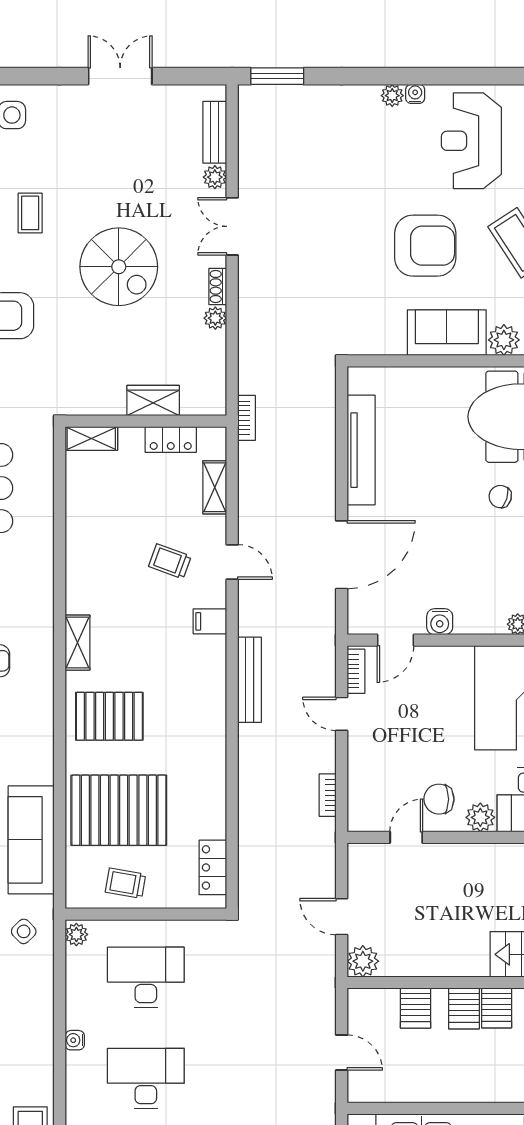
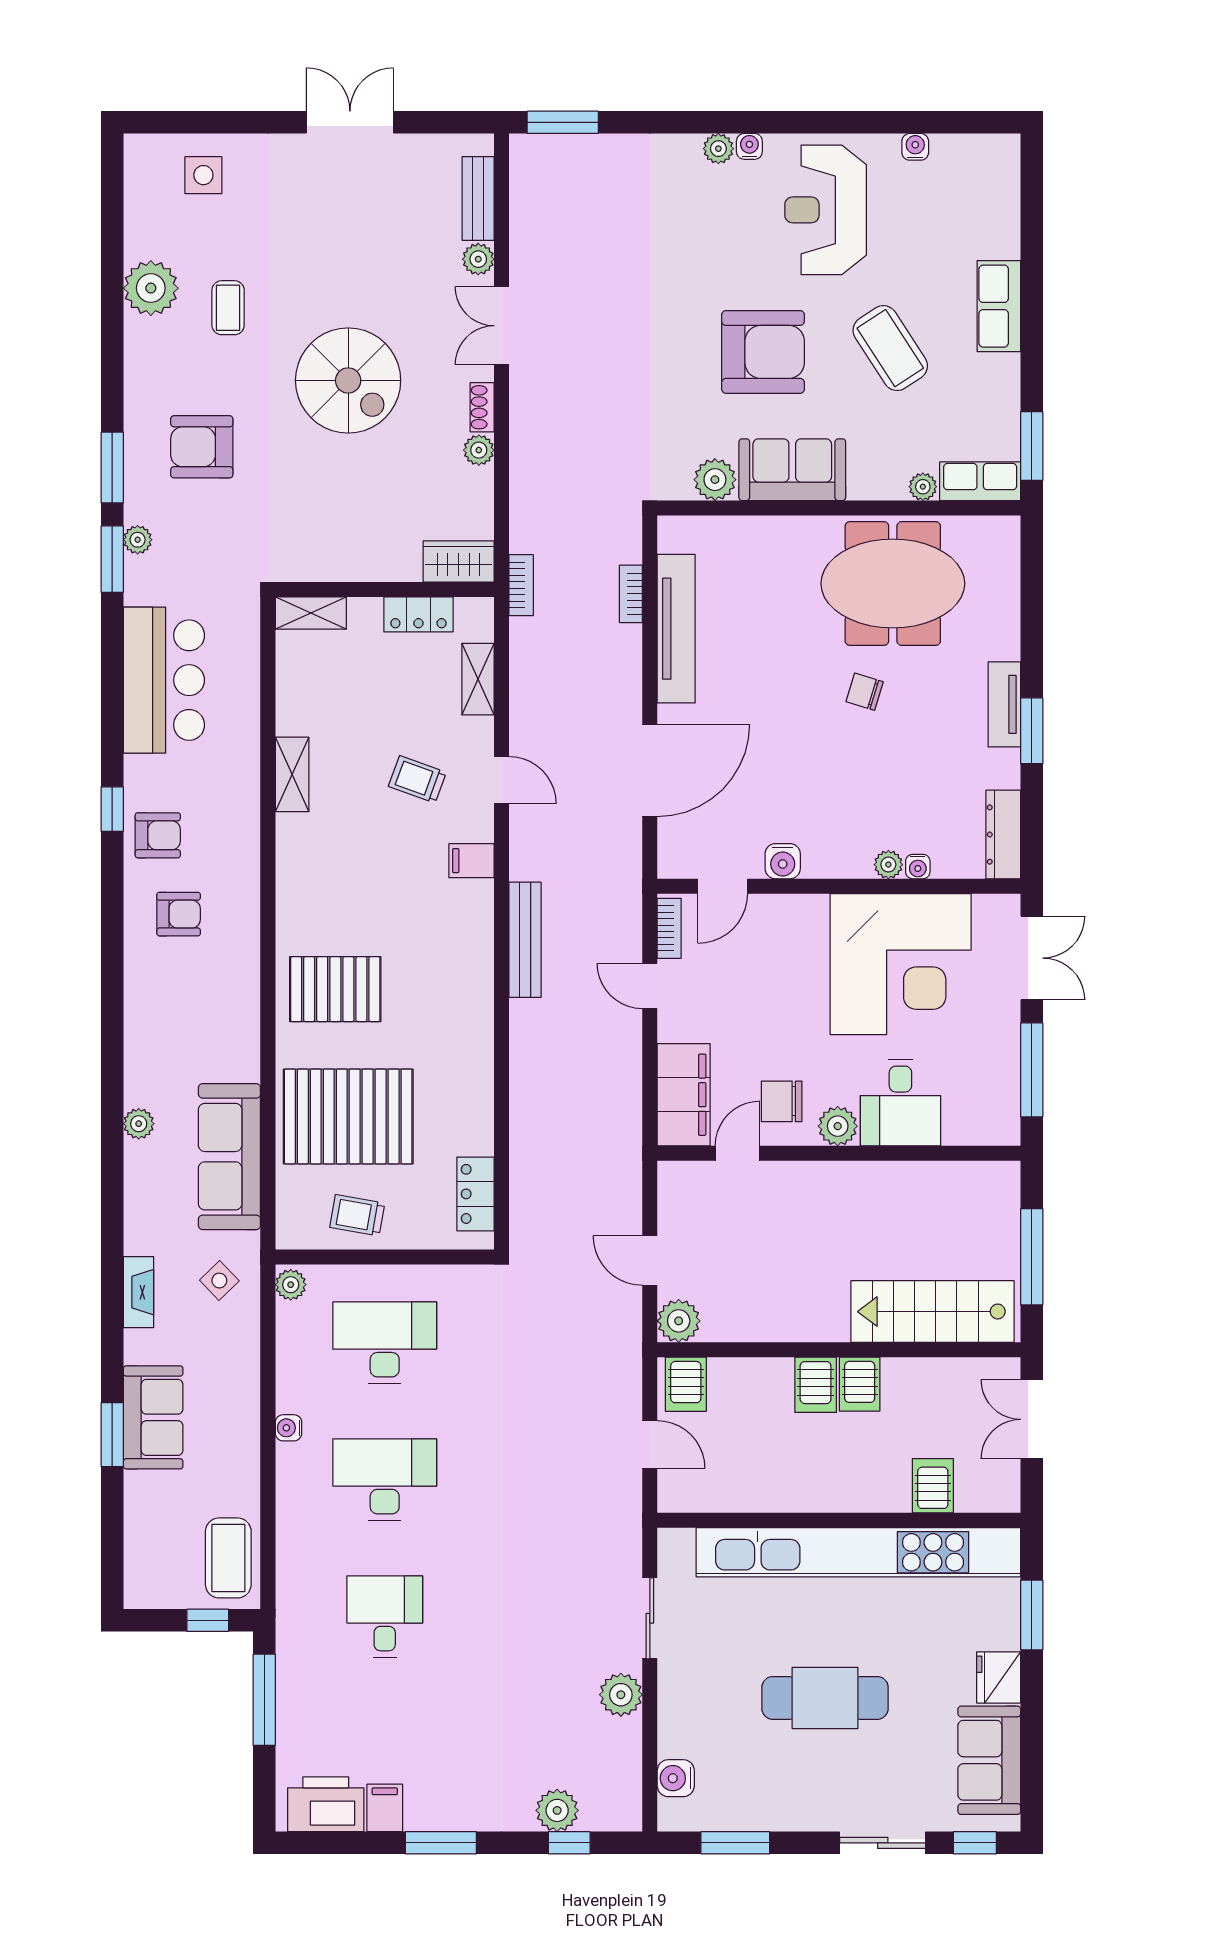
plant: (504, 340) -> (715, 480), moved
wardrobe: (153, 400) -> (459, 562), moved
shelving: (77, 643) -> (292, 774), moved
filing cabinet: (367, 794) -> (684, 1095), added
bookcase: (328, 795) -> (631, 594), moved
server rack: (415, 1008) -> (686, 1384), moved

